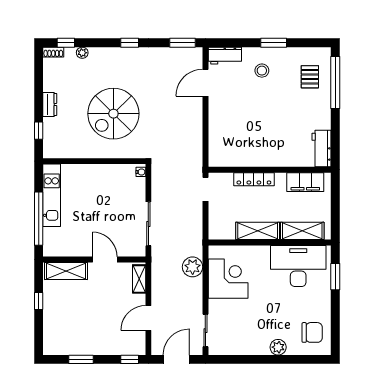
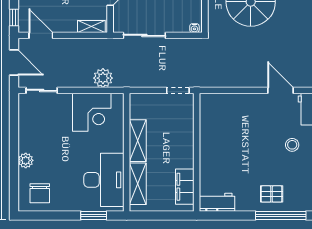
pallet: (310, 77) -> (272, 194), moved
locker: (254, 179) -> (188, 137), removed
door: (148, 318) -> (41, 35), moved

